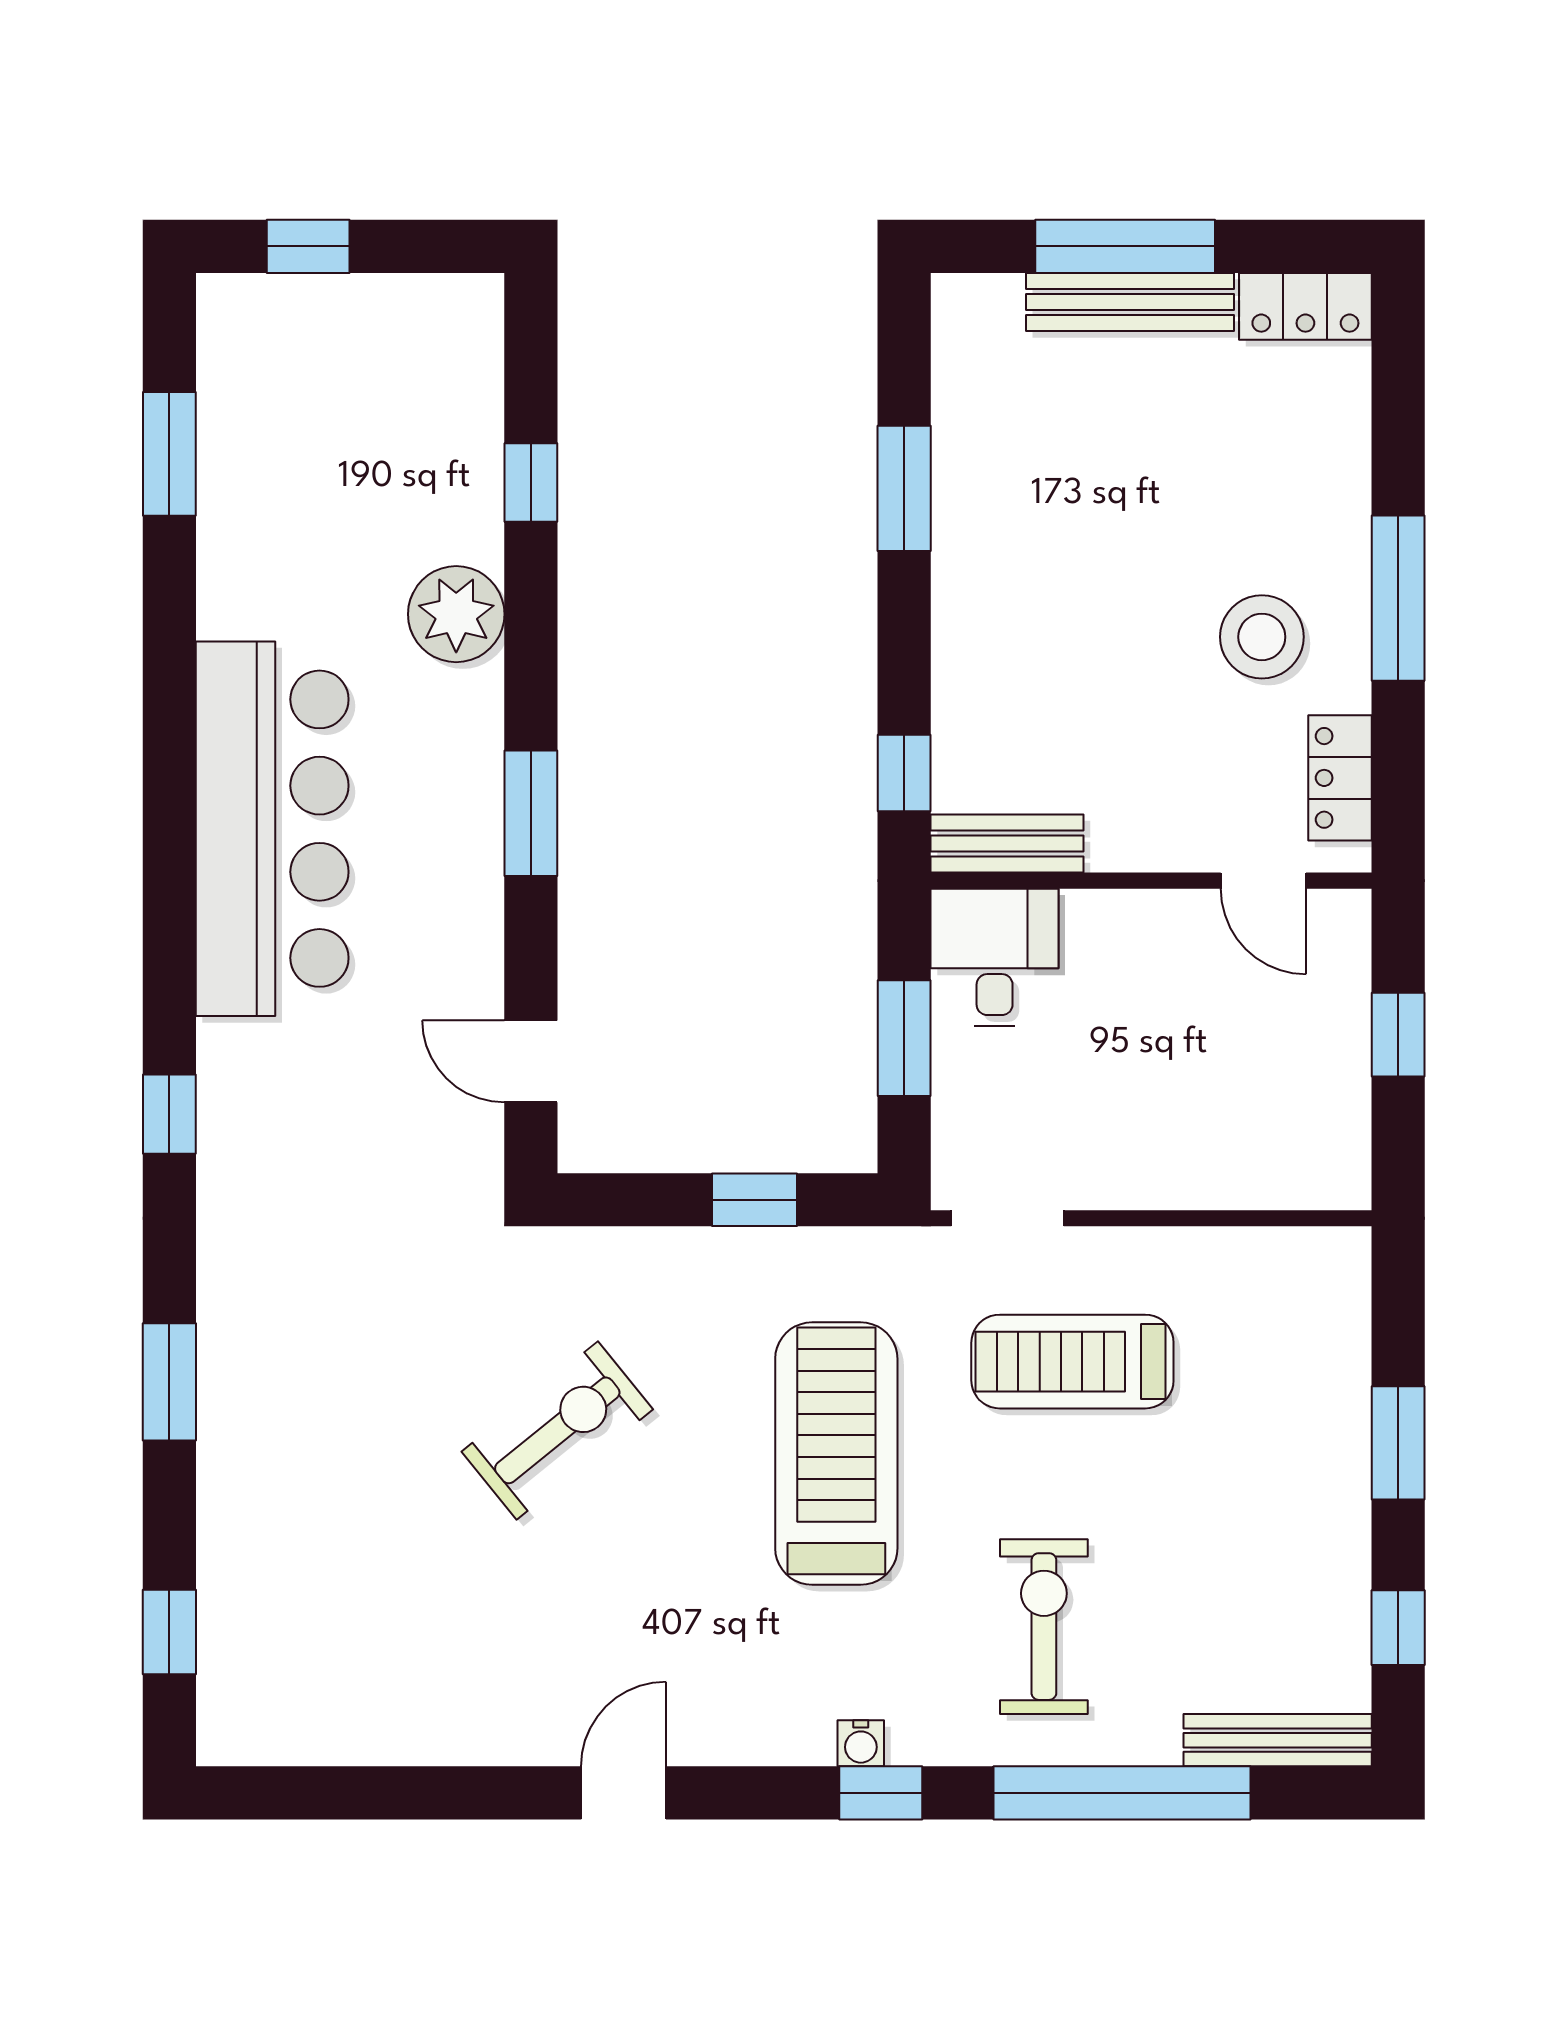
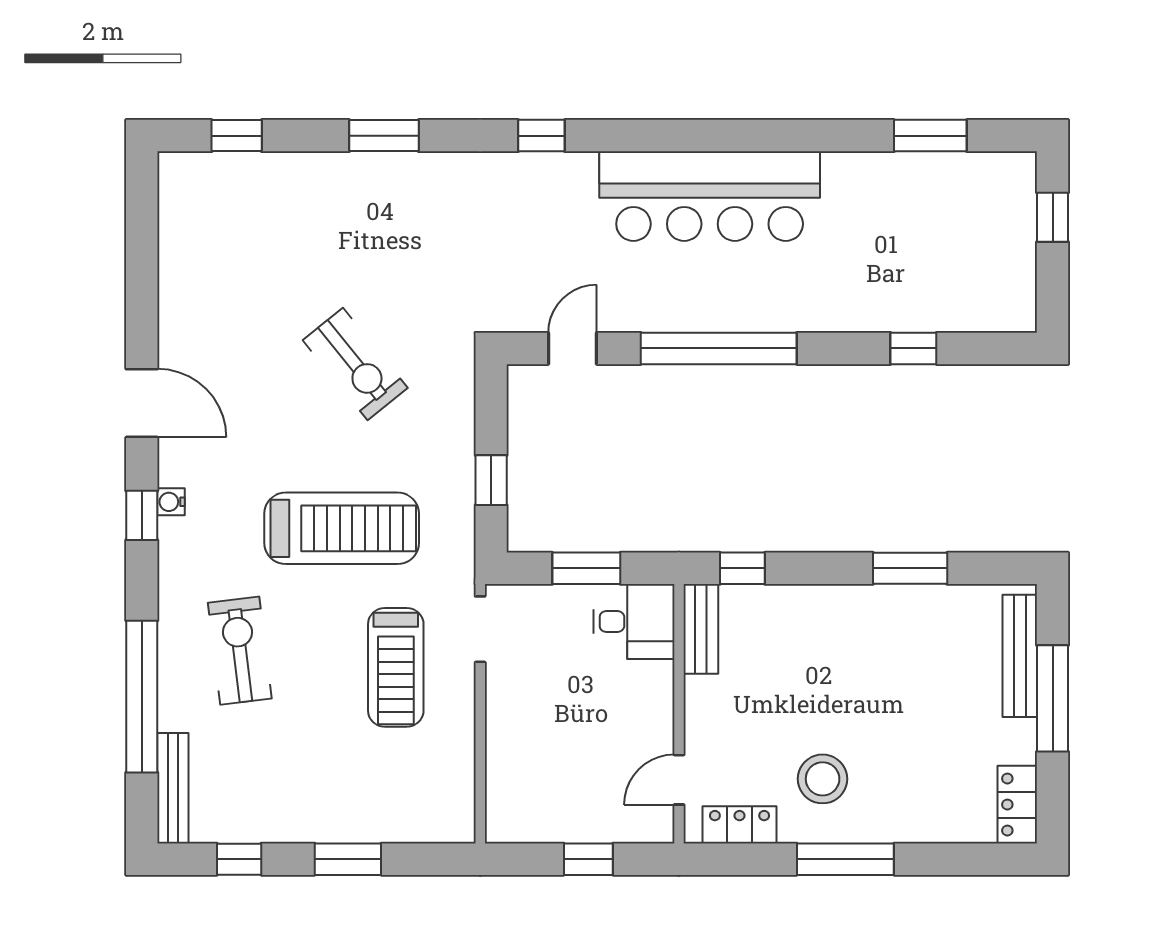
bench: (1130, 302) -> (1020, 656), moved
plant: (456, 614) -> (836, 304), removed
window: (531, 813) -> (719, 348), width x2.11
treadmill: (1072, 1362) -> (396, 667), turned 180
exercise bike: (1044, 1627) -> (240, 651), turned -97
water cooler: (861, 1743) -> (171, 502), moved
door: (624, 1793) -> (142, 403), width x1.38
window: (881, 1793) -> (142, 515), moved

